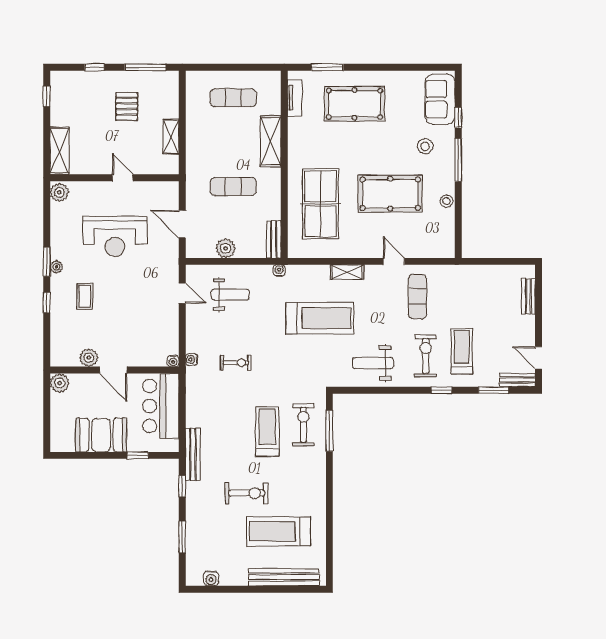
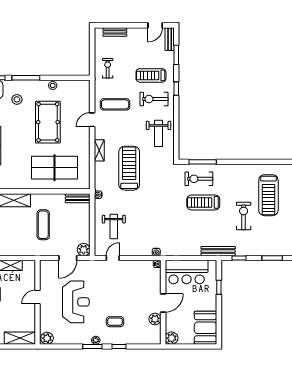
plant: (226, 248) -> (84, 250), moved
weight bench: (230, 295) -> (114, 227), turned 180
exercise bike: (236, 363) -> (108, 68), moved
booth: (101, 435) -> (206, 328), moved

